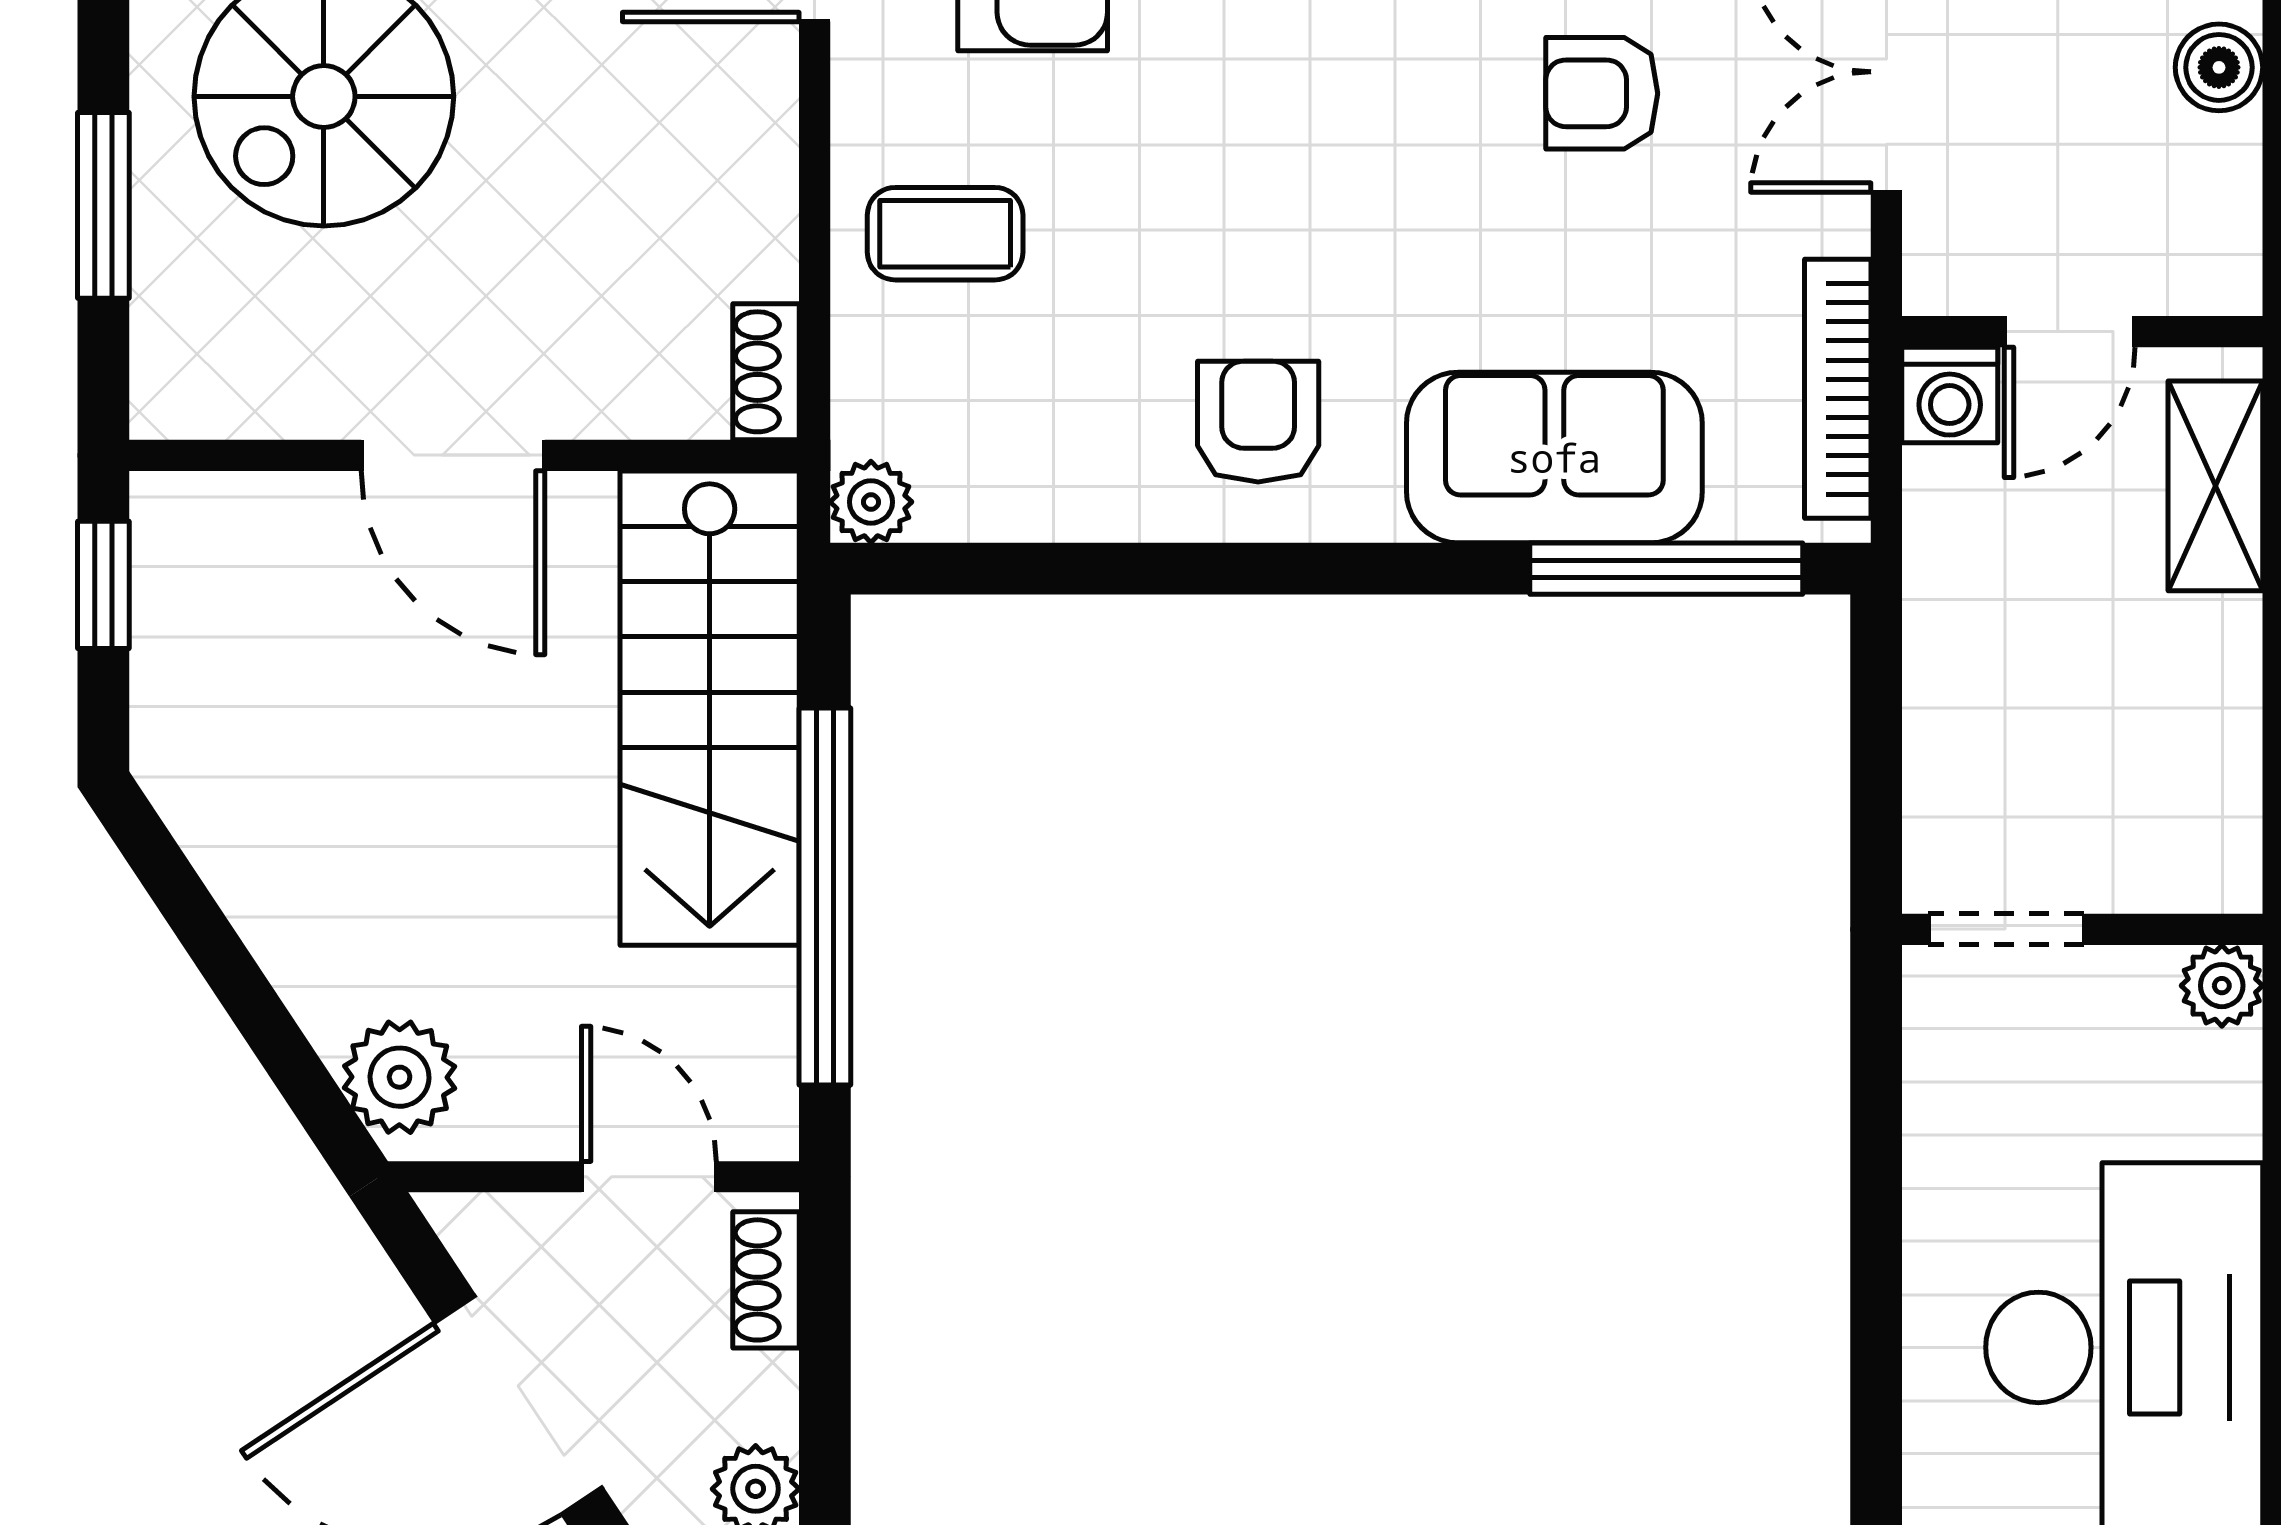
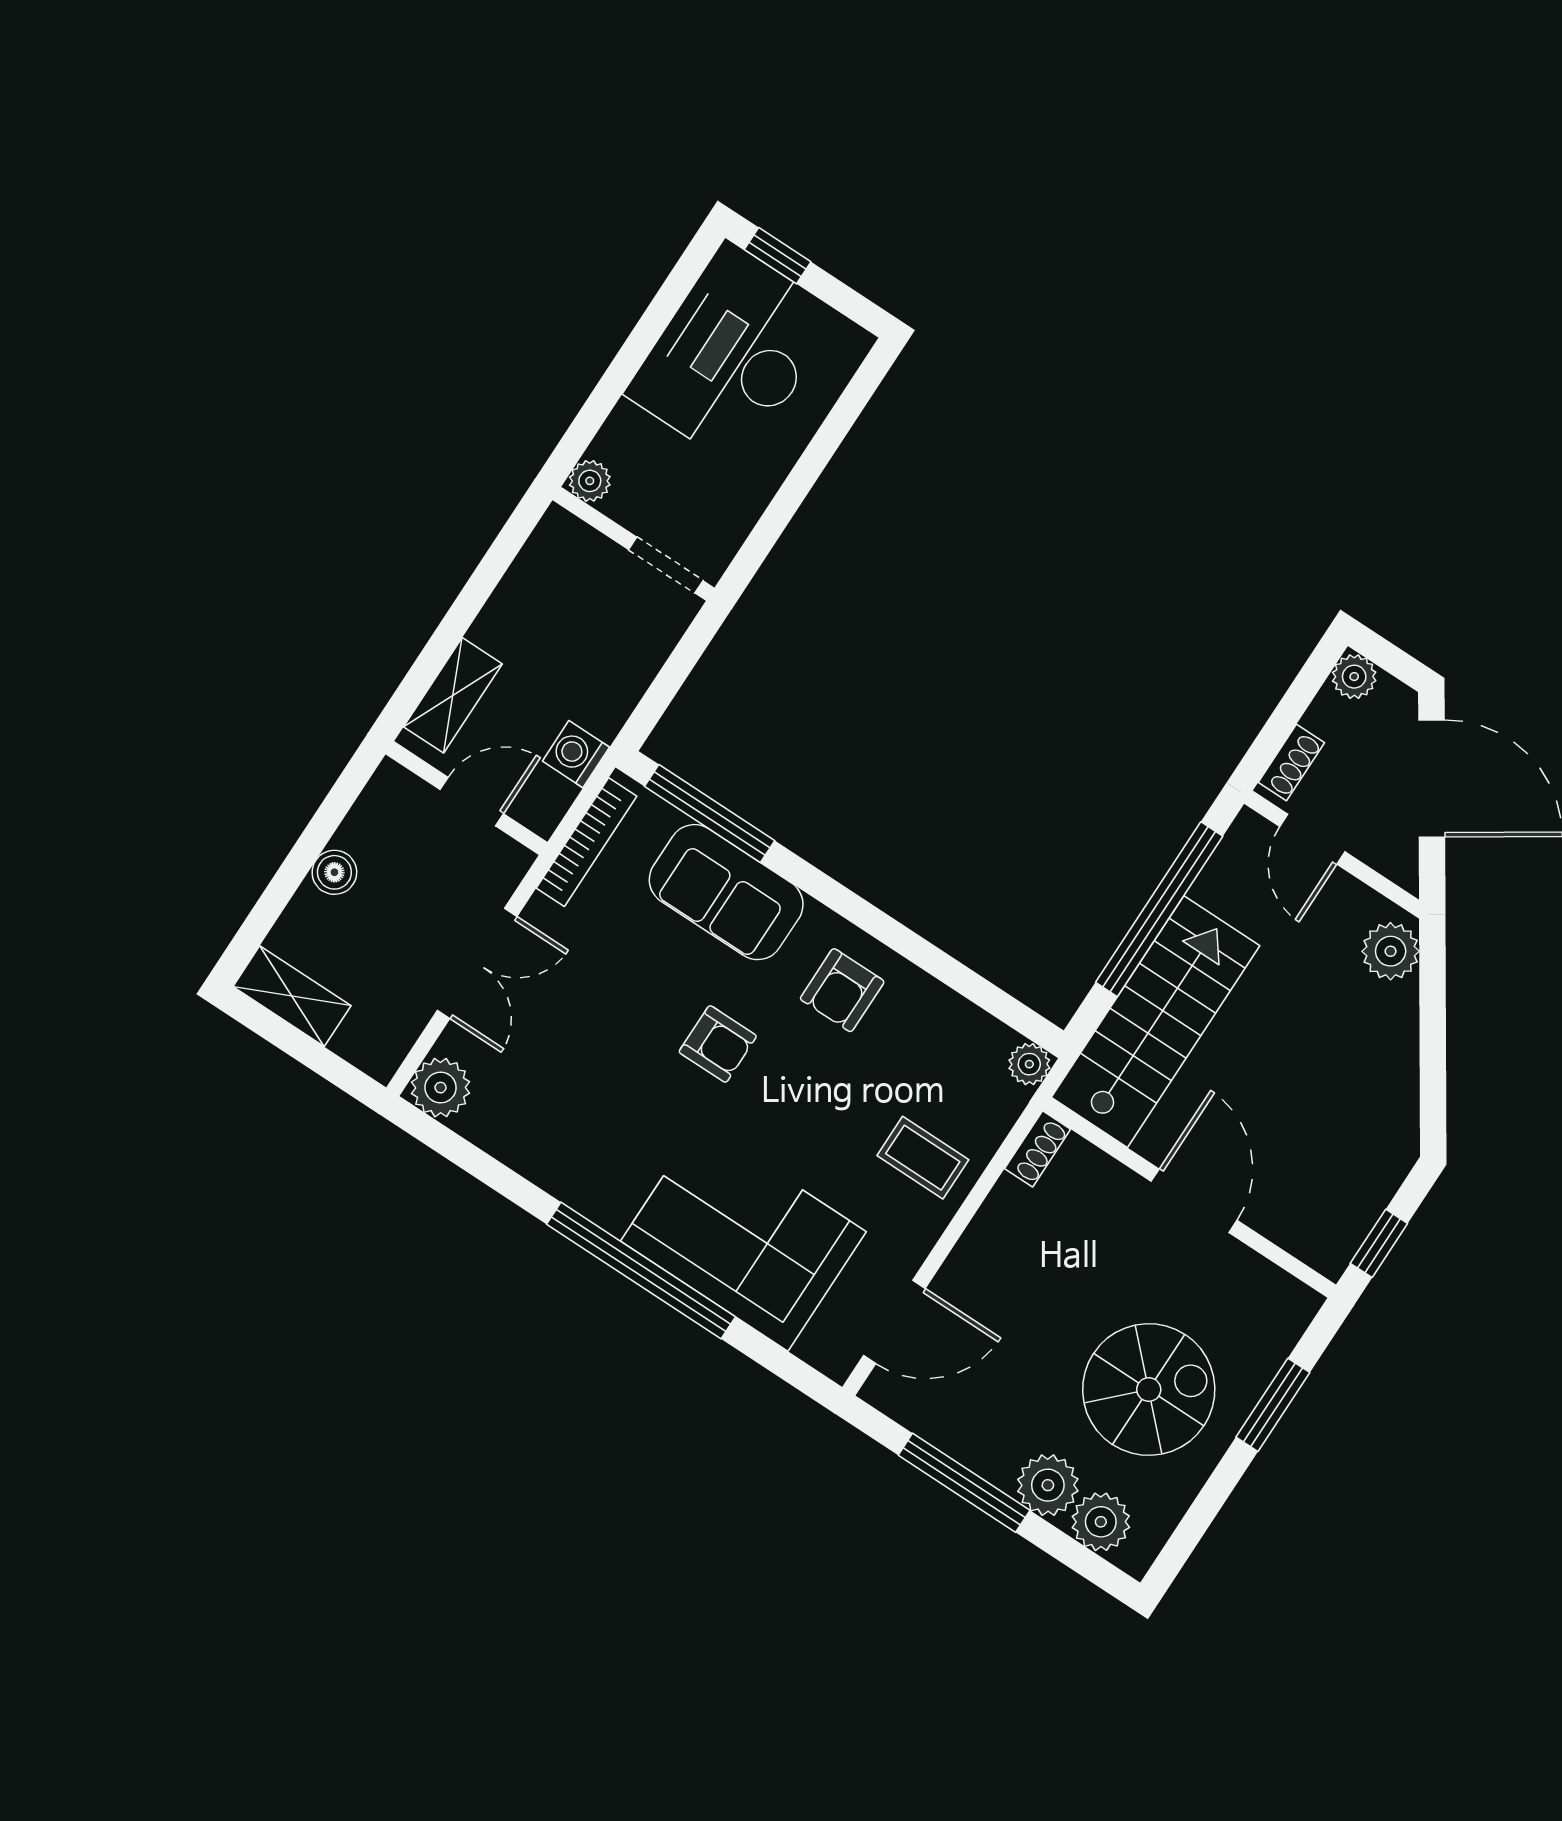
armchair: (1602, 93) -> (718, 1044), moved
washing machine: (1950, 395) -> (576, 754), moved, turned -90

